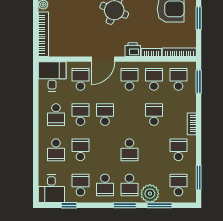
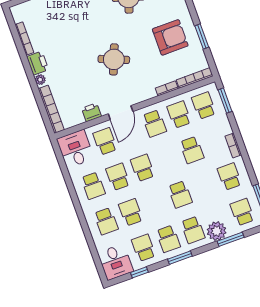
printer: (133, 50) -> (91, 112), moved
school desk: (129, 79) -> (154, 123), turned 180
school desk: (154, 115) -> (192, 150), turned 180
window: (125, 205) -> (180, 258), moved

